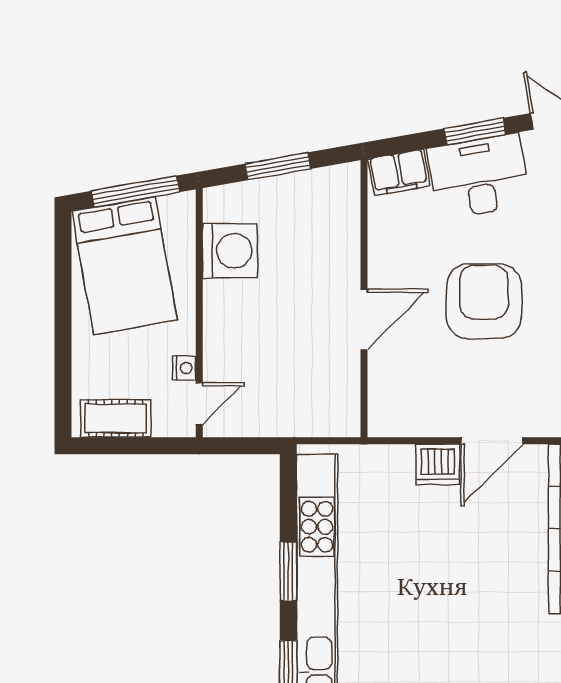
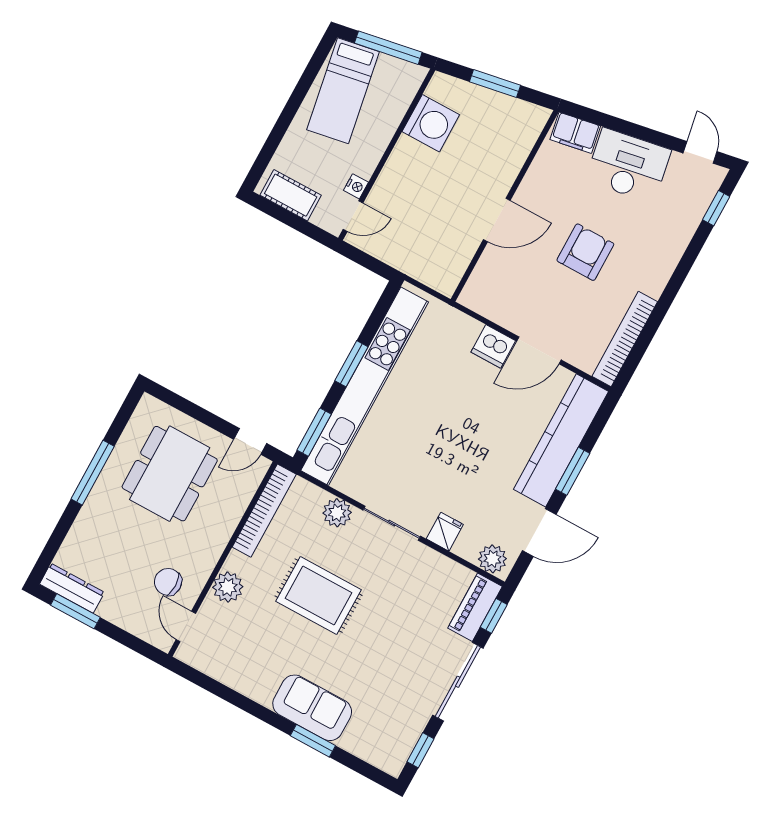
window: (475, 131) -> (642, 133), removed
bed: (125, 266) -> (343, 91), width x0.67
armchair: (484, 301) -> (585, 252), width x0.73, depth x0.73

